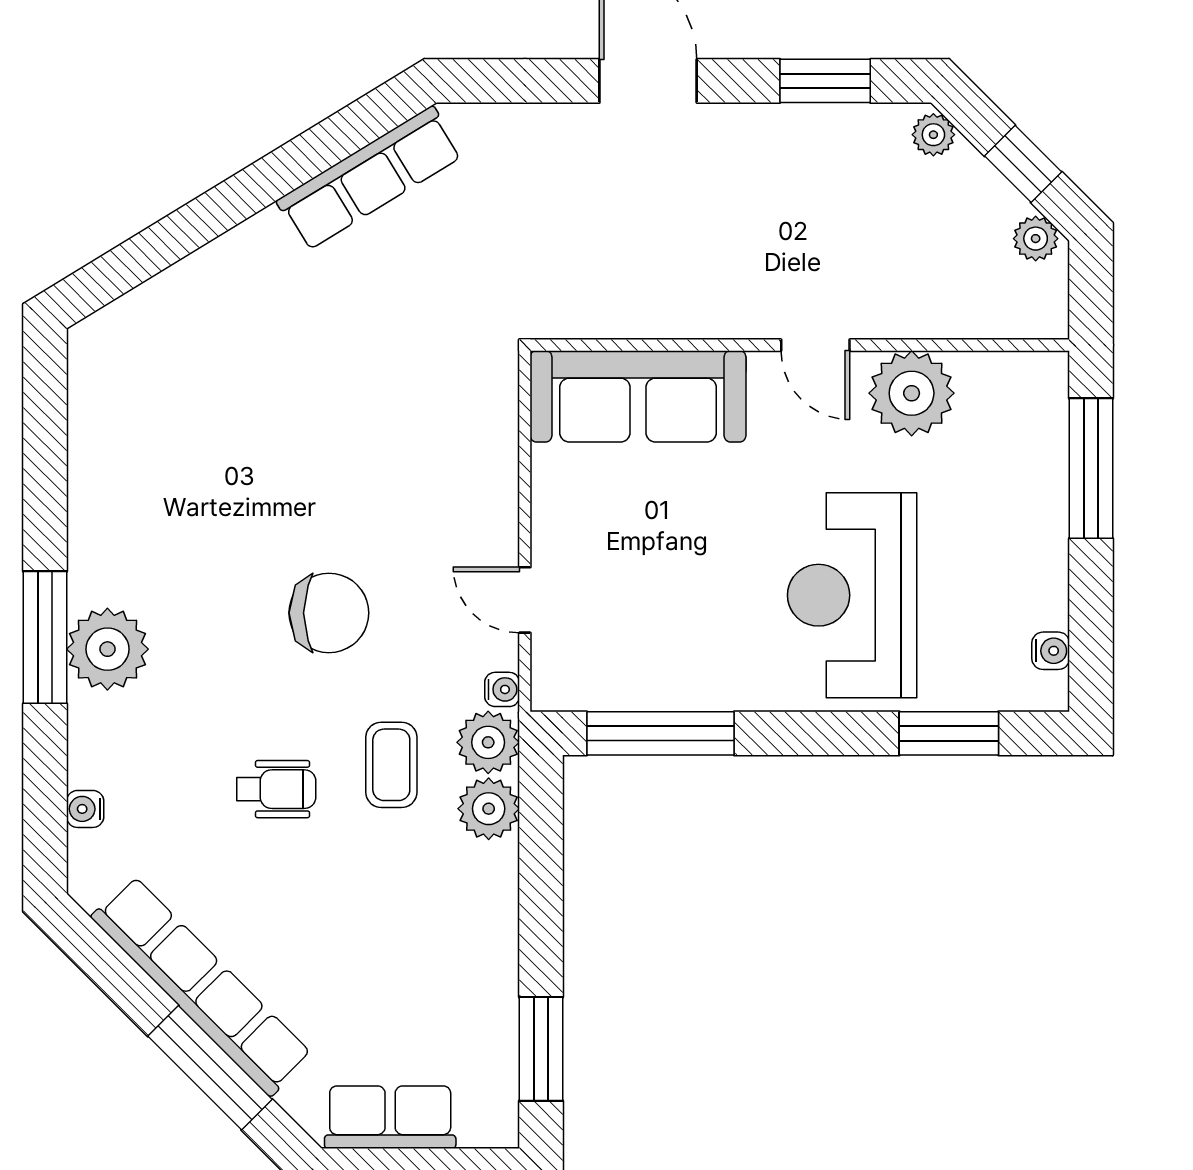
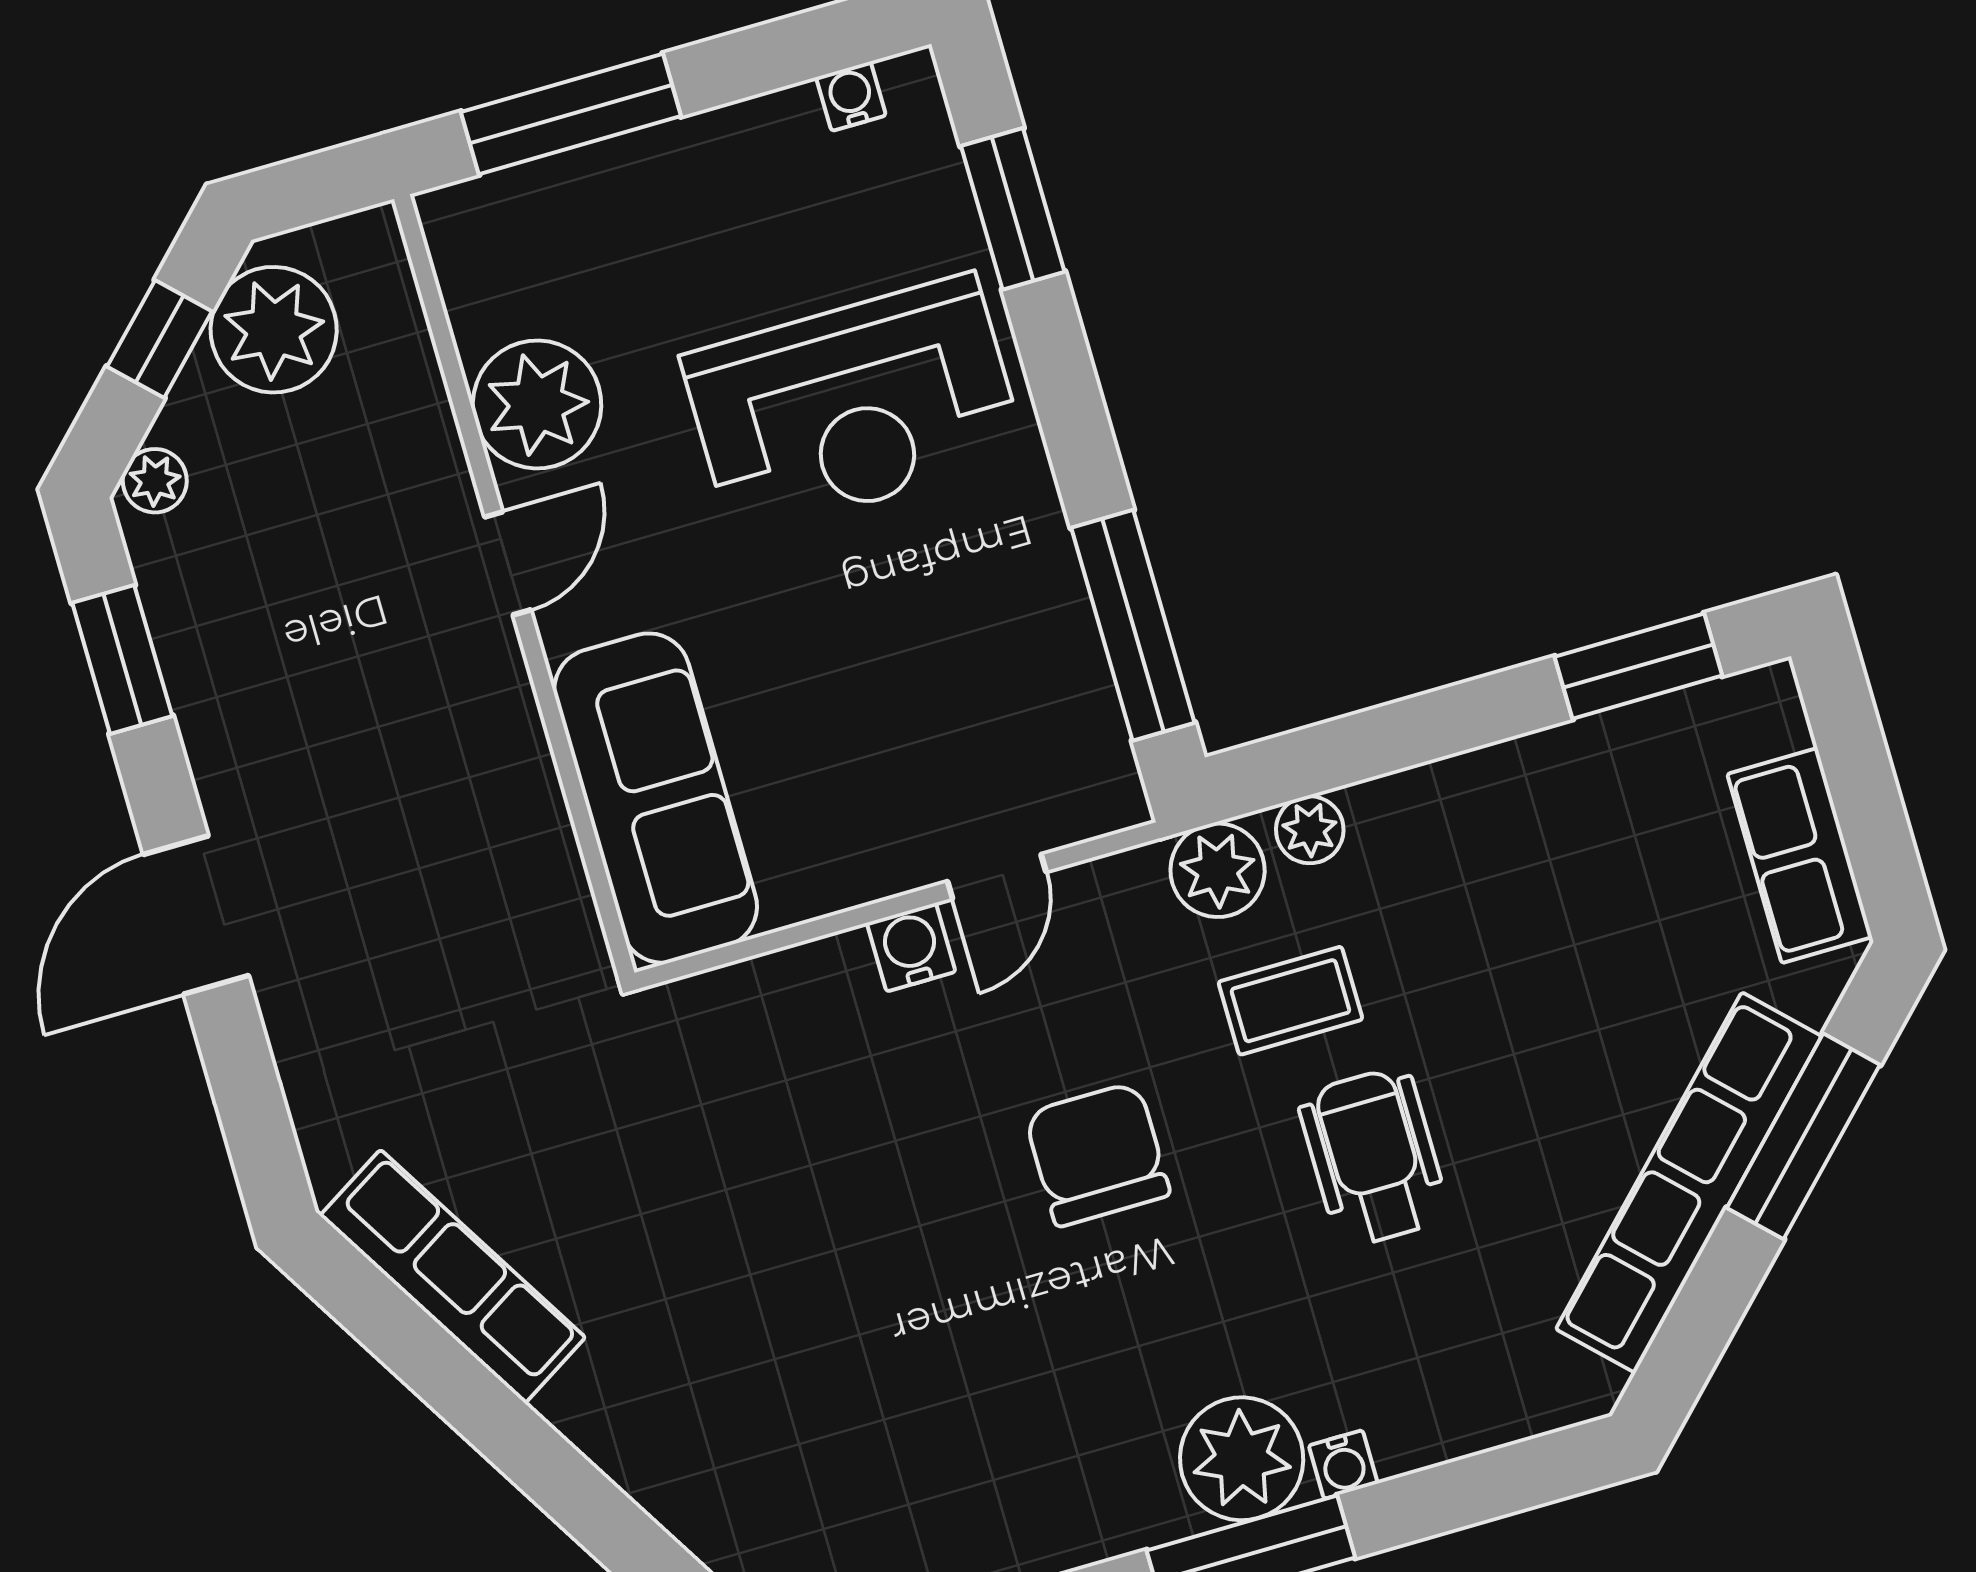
plant: (1036, 239) -> (274, 330), width x1.88, depth x1.88
water cooler: (502, 689) -> (911, 947), moved, width x1.38, depth x1.38
wheelchair: (276, 789) -> (1374, 1157), width x1.36, depth x1.37
water cooler: (85, 809) -> (1343, 1464), moved
plant: (489, 809) -> (1310, 830), width x0.73, depth x0.73

